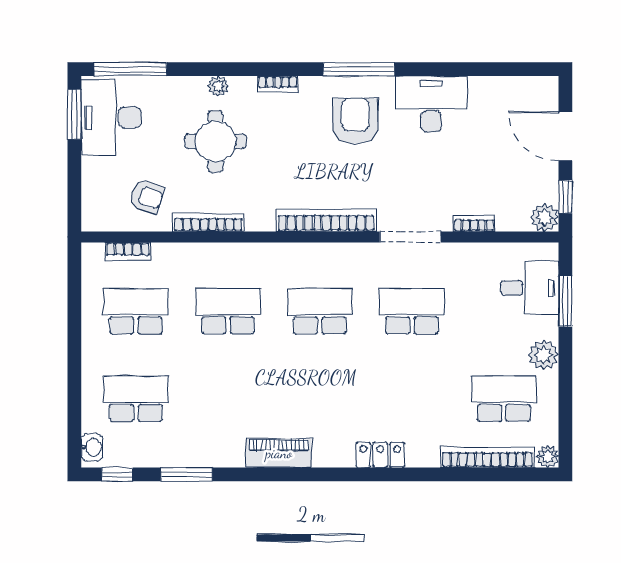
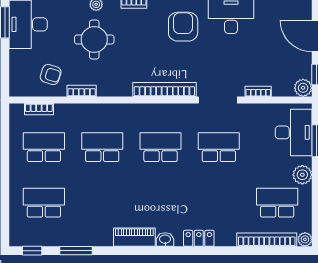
bookcase: (208, 222) -> (82, 91), width x0.64
desk: (530, 288) -> (294, 132), width x1.37
washbasin: (92, 447) -> (165, 239), moved, turned -90

